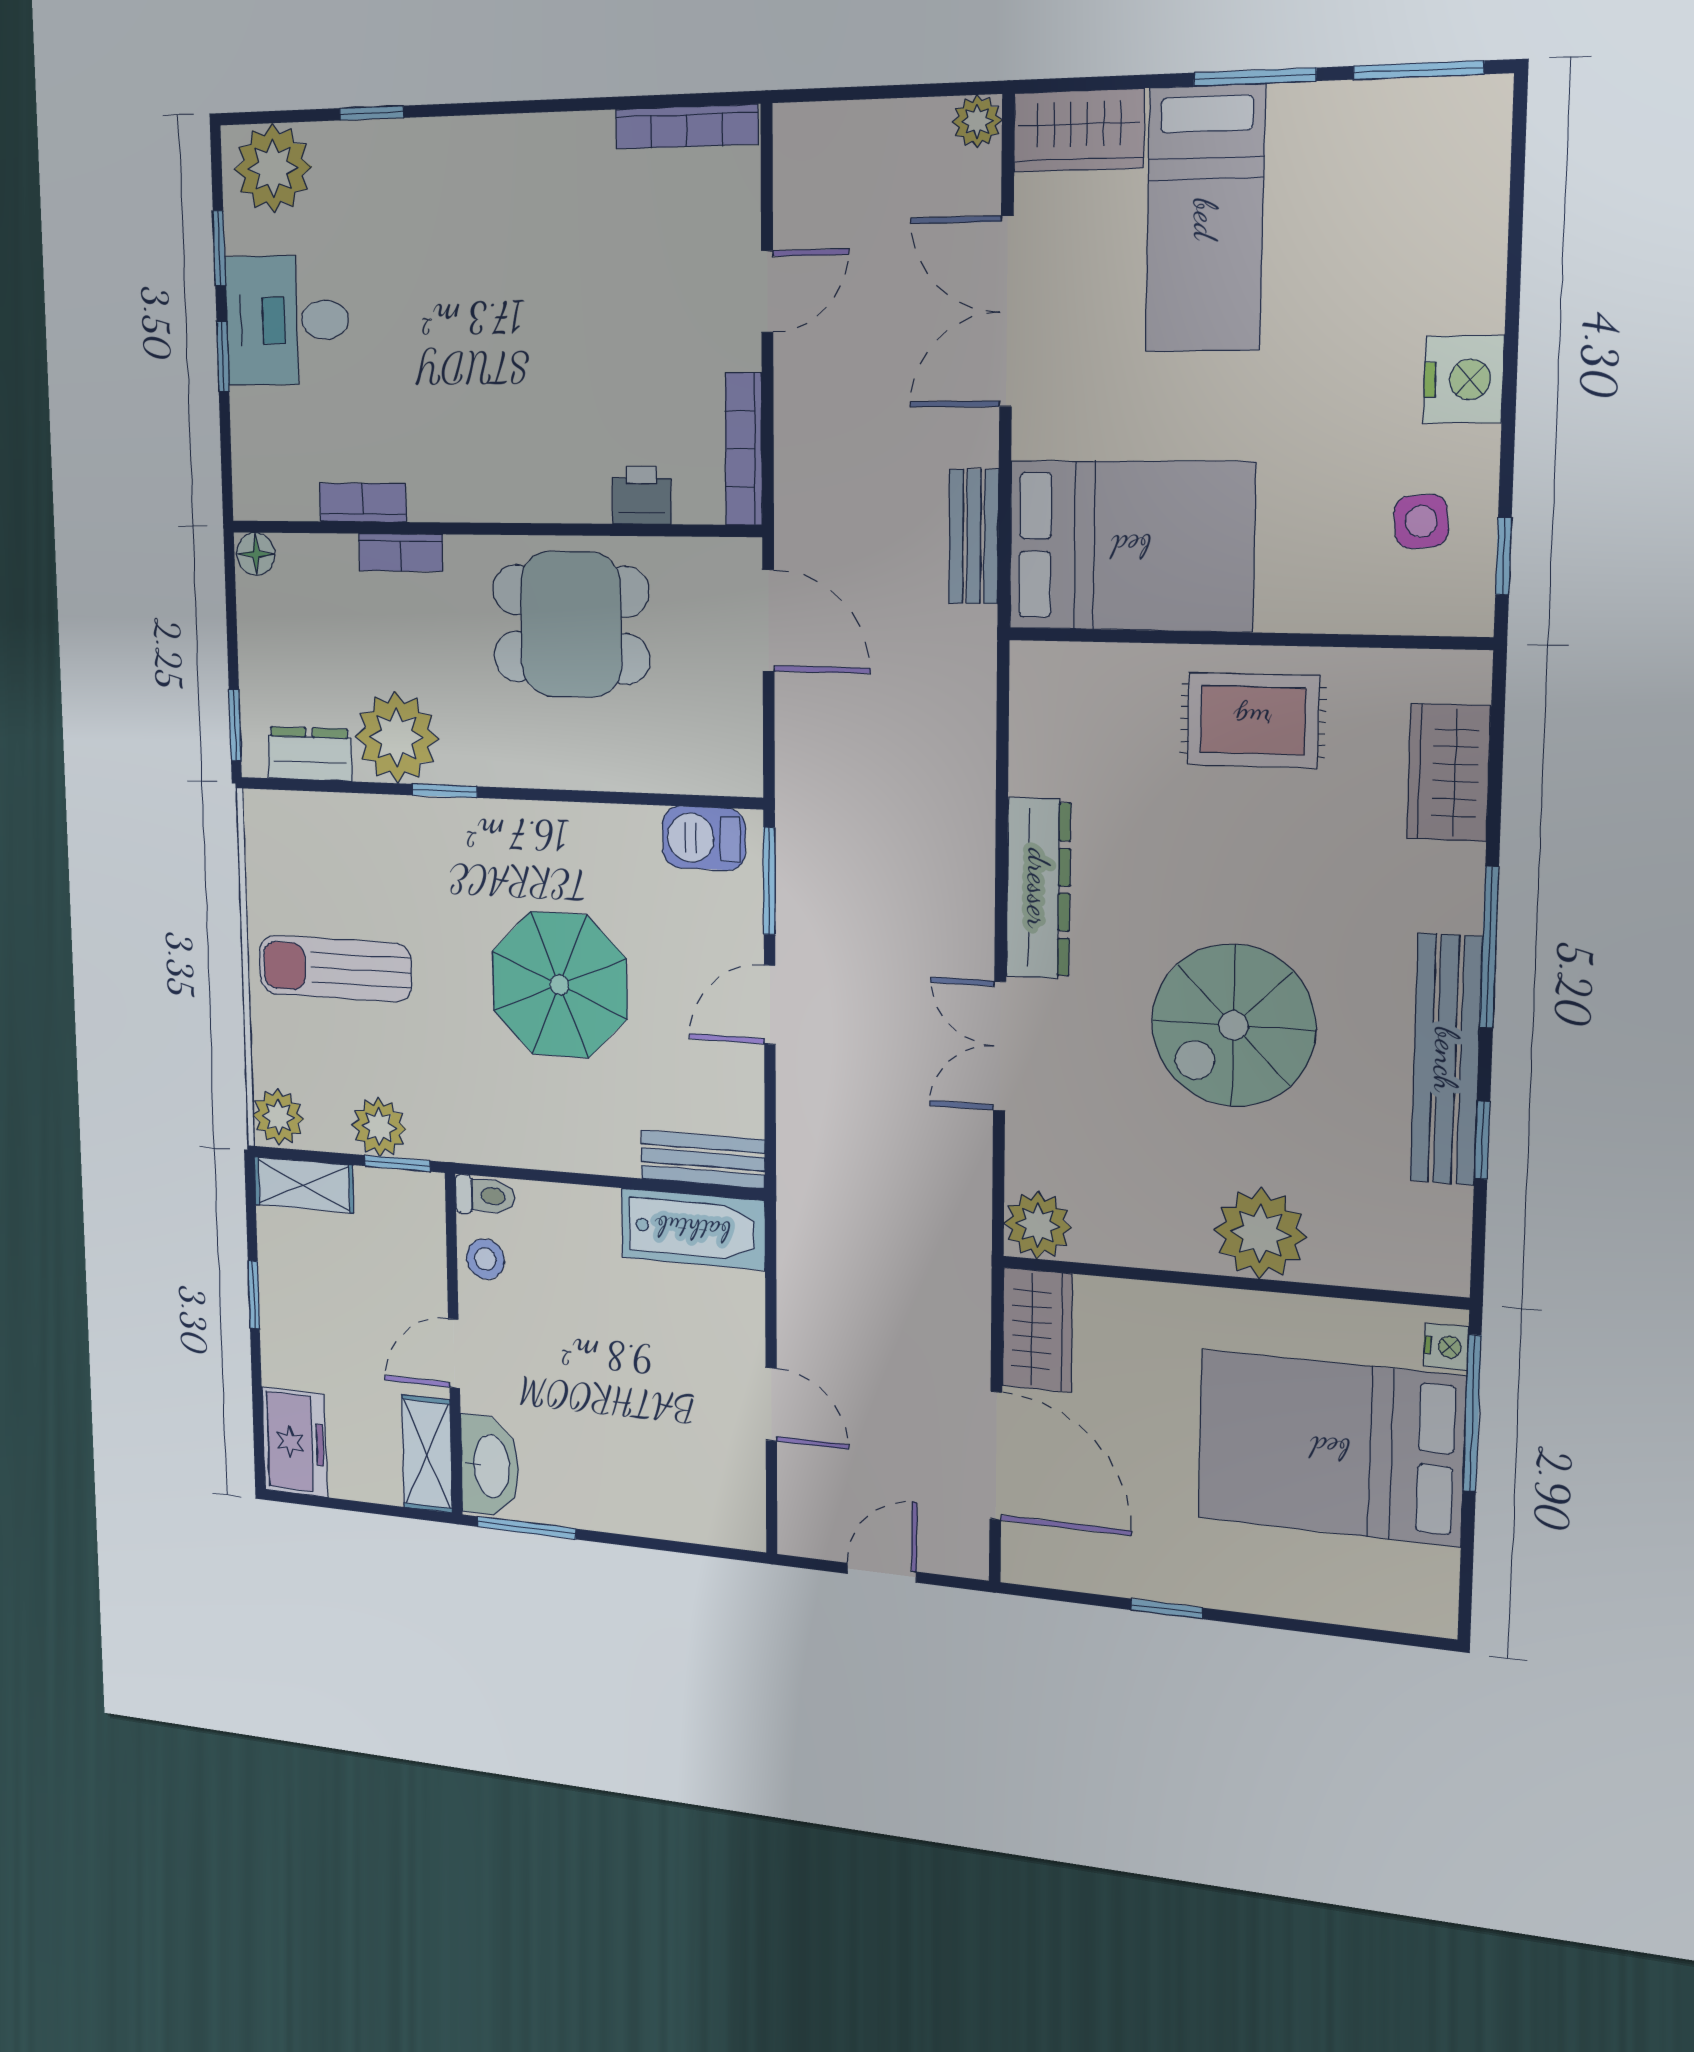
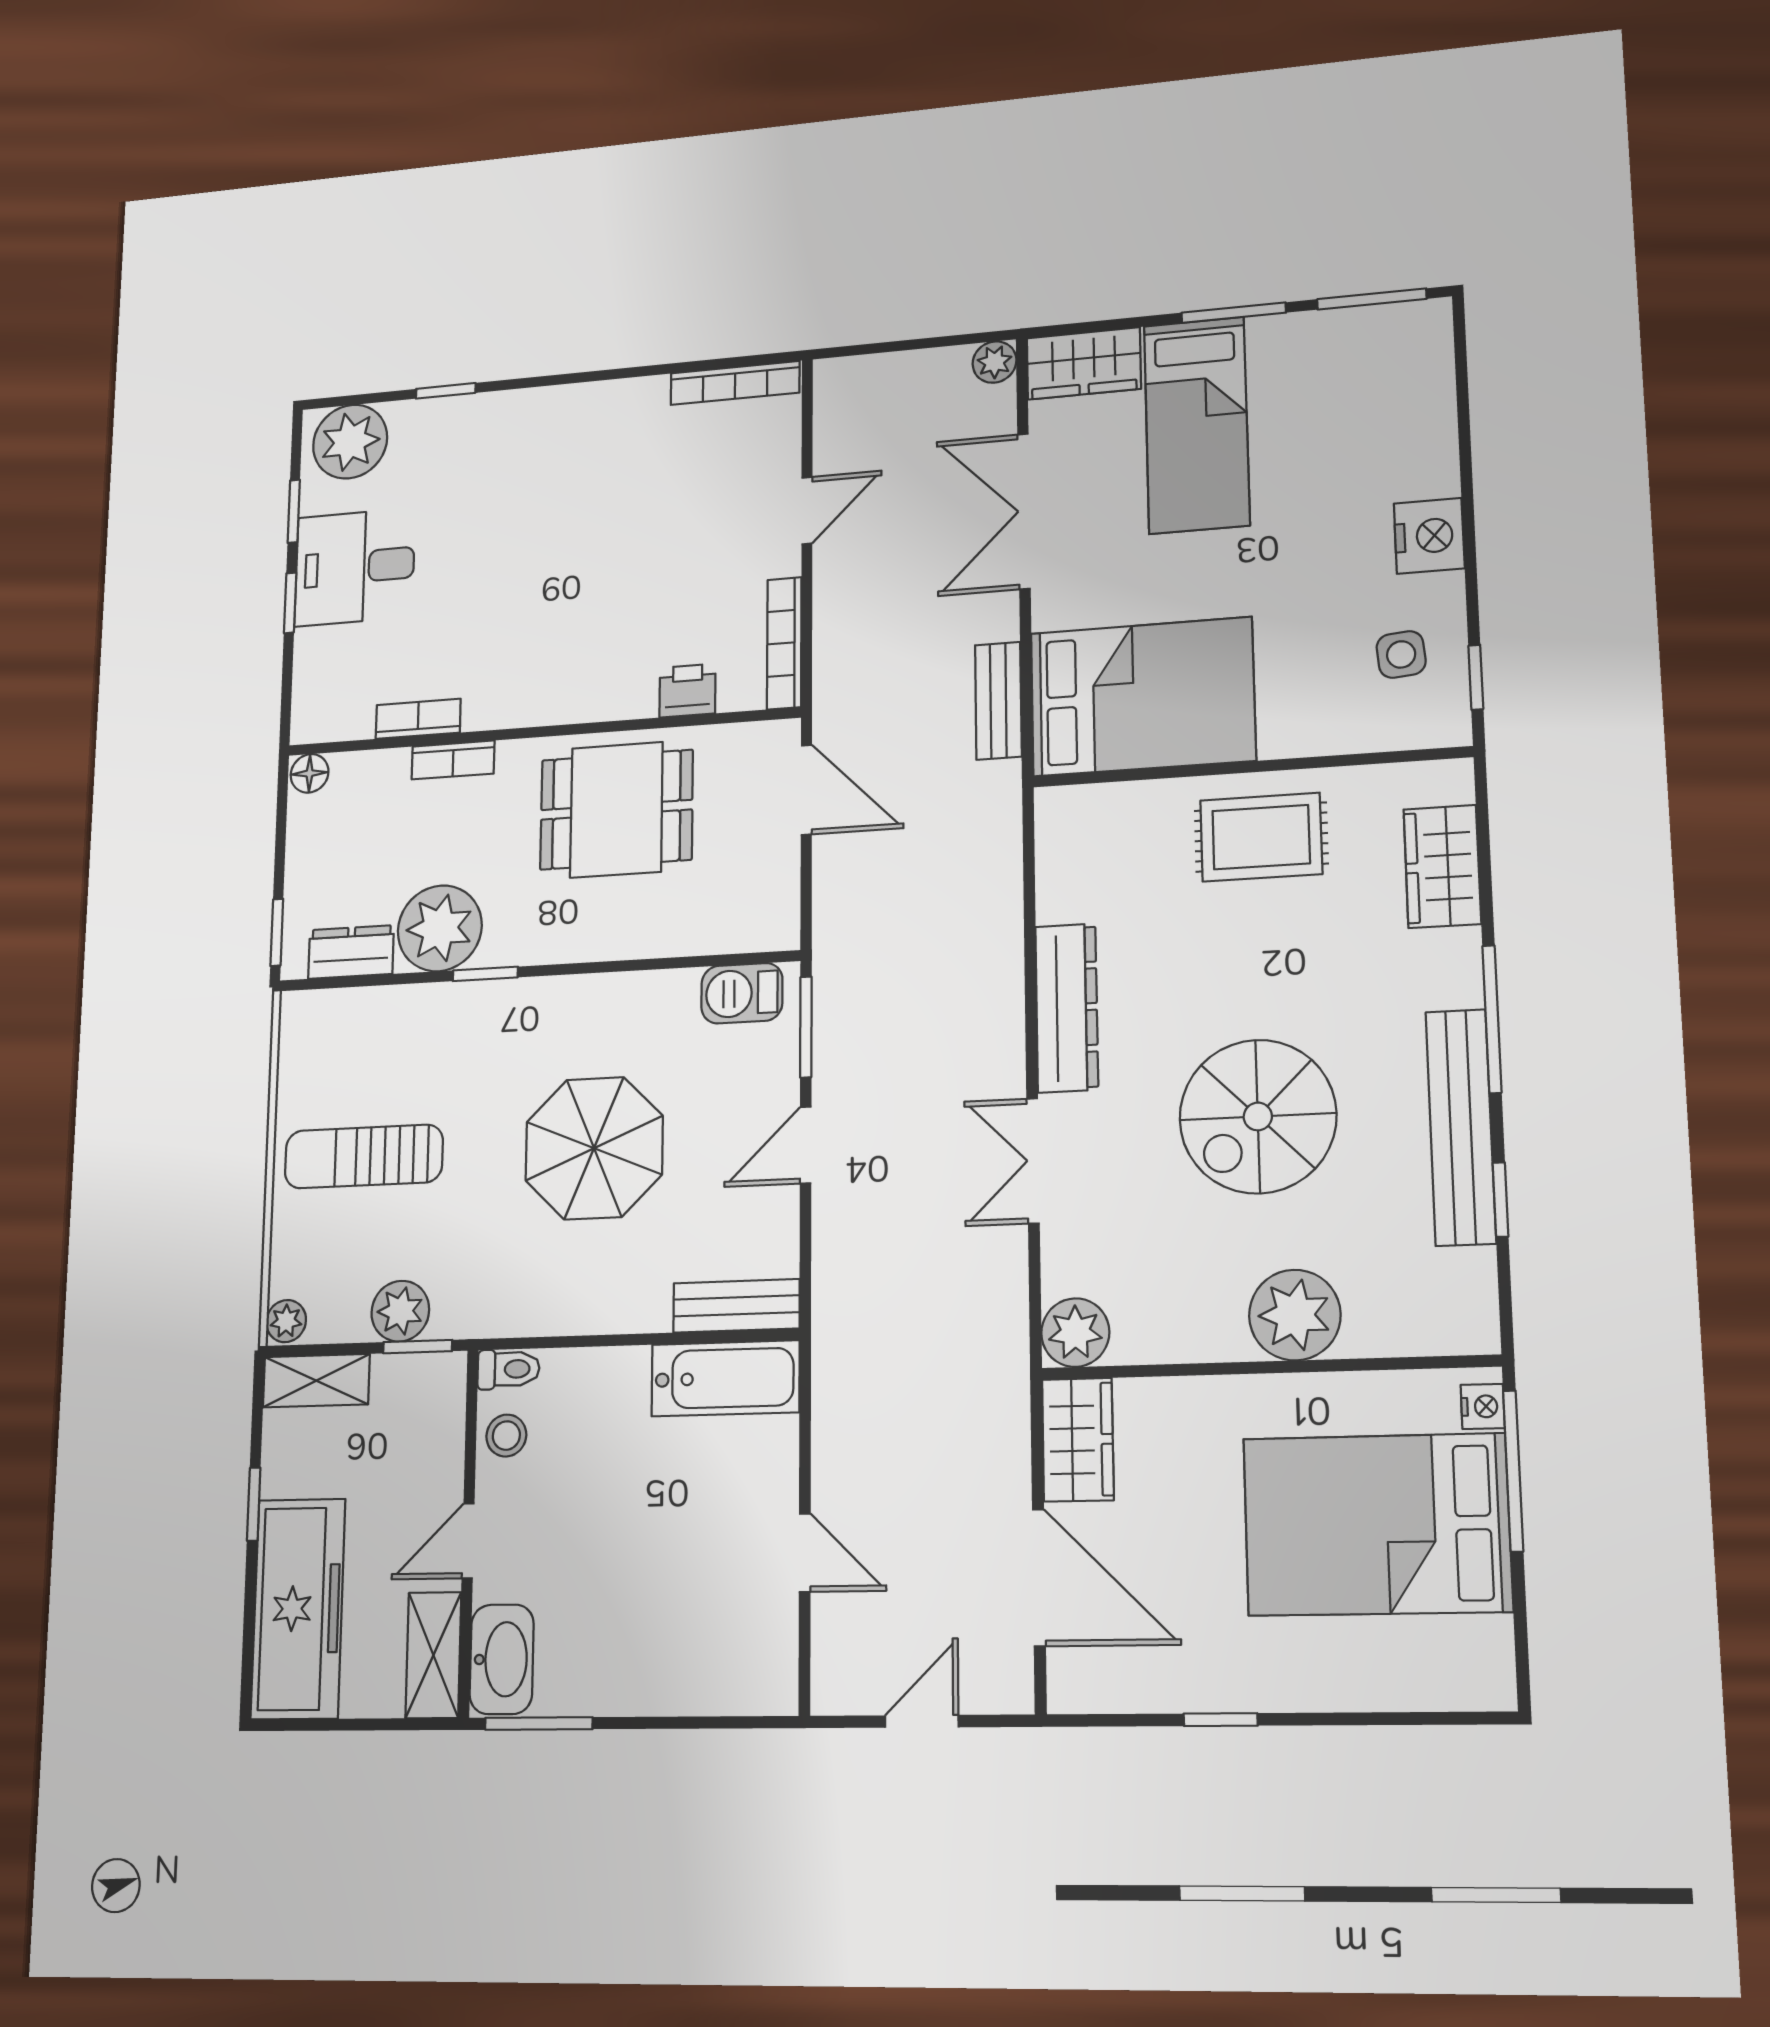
plant: (278, 1117) -> (286, 1321), width x0.73, depth x0.73
freezer: (294, 1442) -> (298, 1609), width x1.91, depth x1.26

